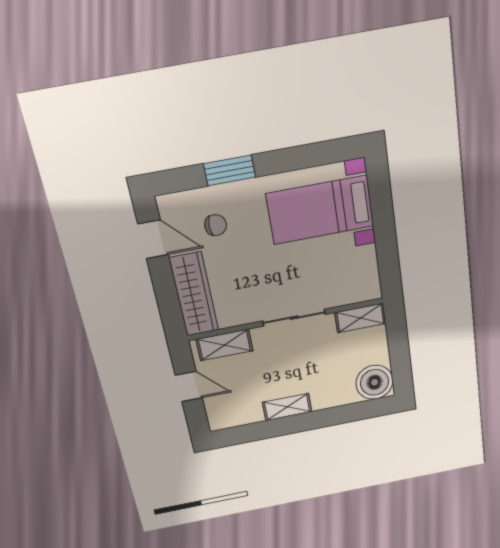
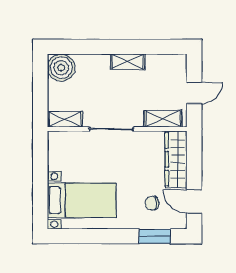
window: (230, 170) -> (155, 236), moved
door: (189, 386) -> (194, 93), swing flipped

